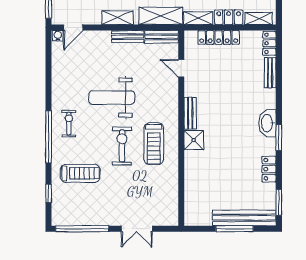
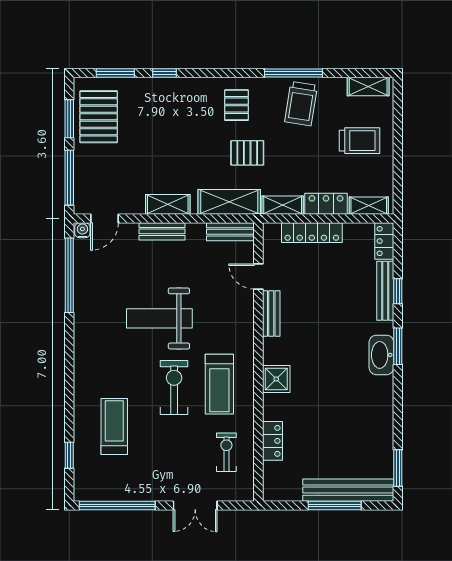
bench: (128, 37) -> (162, 231), moved
bench: (270, 73) -> (385, 291), width x1.36
window: (279, 79) -> (398, 291), added
bench: (190, 113) -> (271, 313), moved
exercise bike: (69, 124) -> (226, 452), moved
window: (49, 137) -> (69, 275), moved
window: (279, 138) -> (398, 346), moved
locker: (269, 169) -> (272, 441), moved, turned 180
treadmill: (80, 173) -> (114, 426), turned -90

